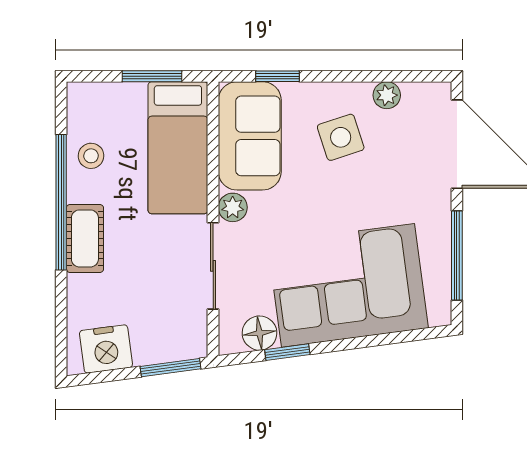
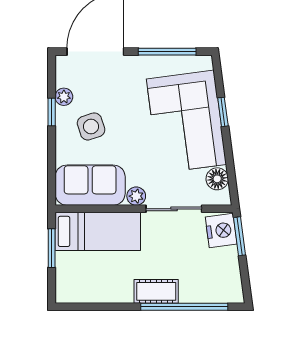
window: (278, 76) -> (52, 112), moved
stool: (91, 156) -> (103, 287), removed
window: (61, 202) -> (184, 307), moved
nightstand: (106, 349) -> (221, 231), moved
window: (287, 352) -> (223, 112), moved

